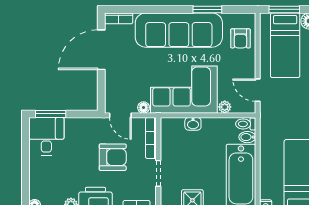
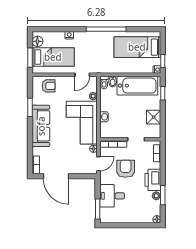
sofa: (179, 30) -> (41, 126), width x0.74, depth x0.79
desk: (46, 136) -> (112, 196), moved

